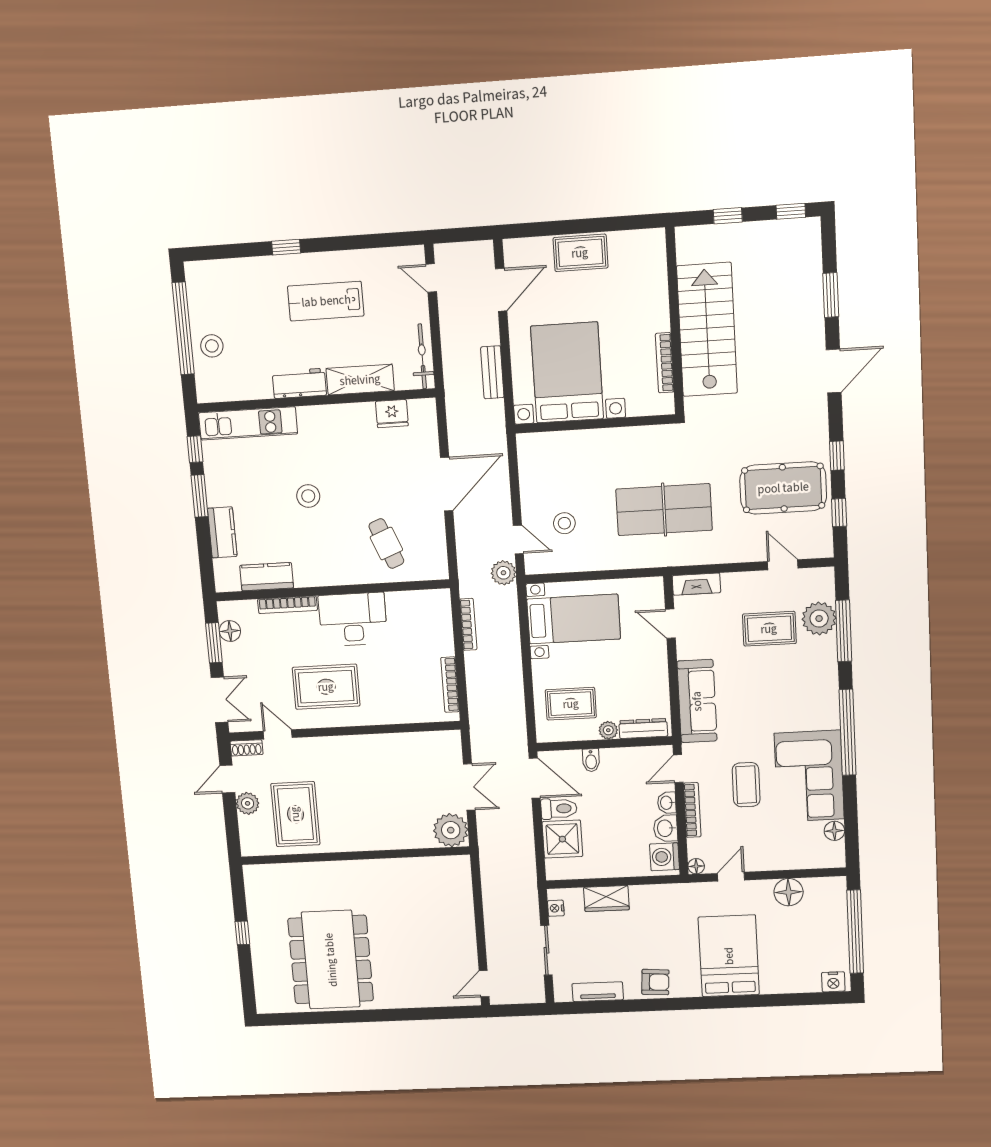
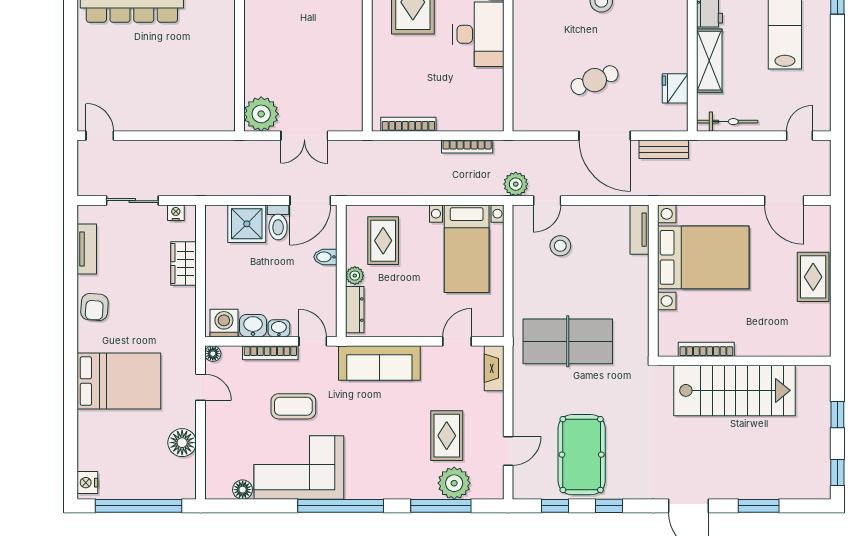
bench: (492, 372) -> (664, 149), moved
tv unit: (542, 442) -> (639, 230), added
table tennis table: (664, 510) -> (568, 341), turned 90
cafe table: (386, 544) -> (595, 80), moved

